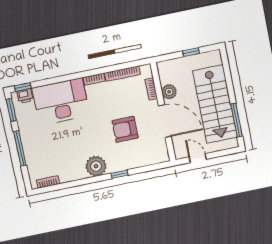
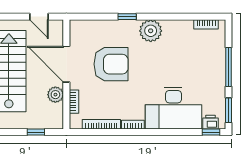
window: (191, 52) -> (36, 132), moved
armchair: (125, 129) -> (111, 64), width x1.36, depth x1.36

